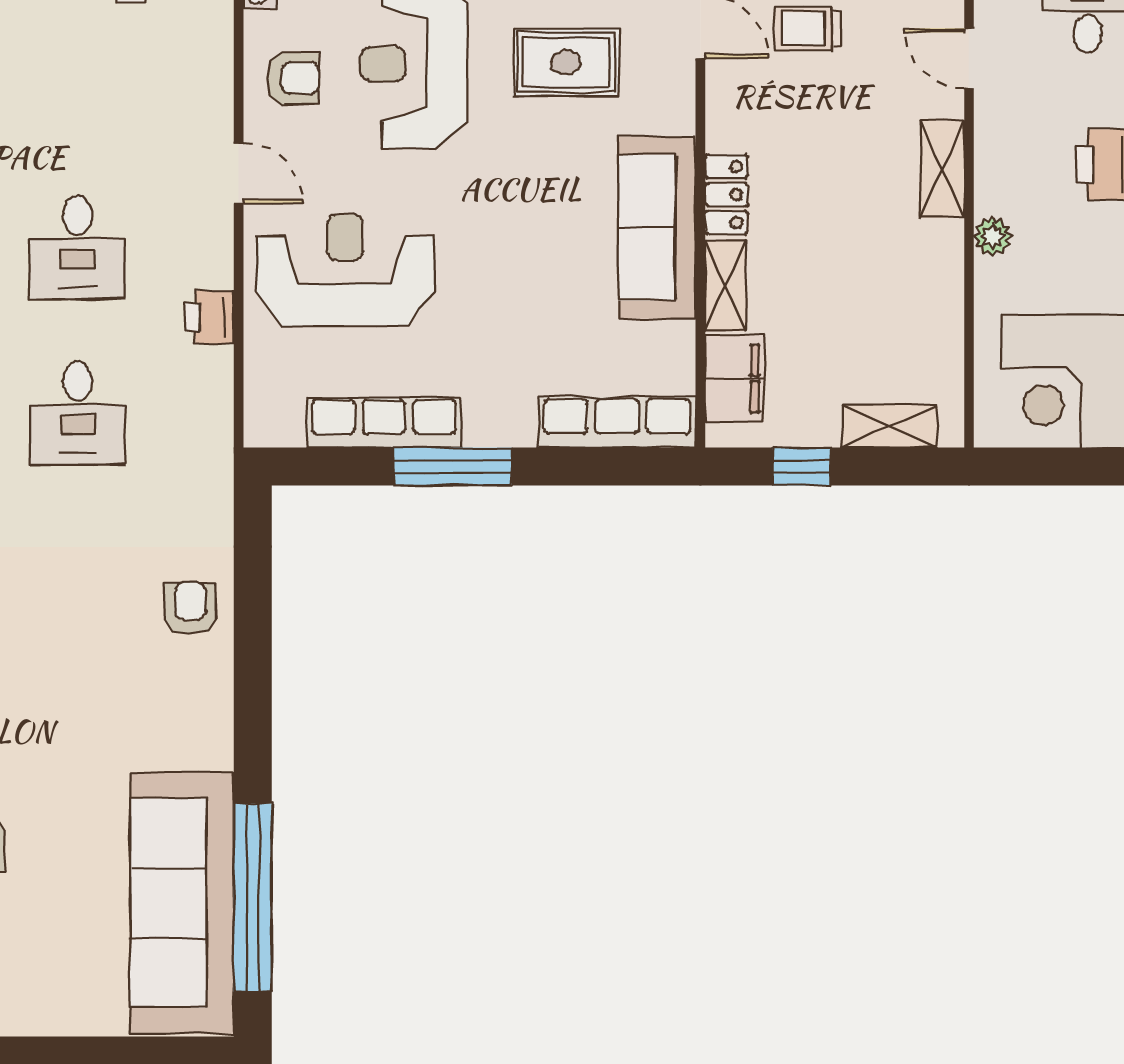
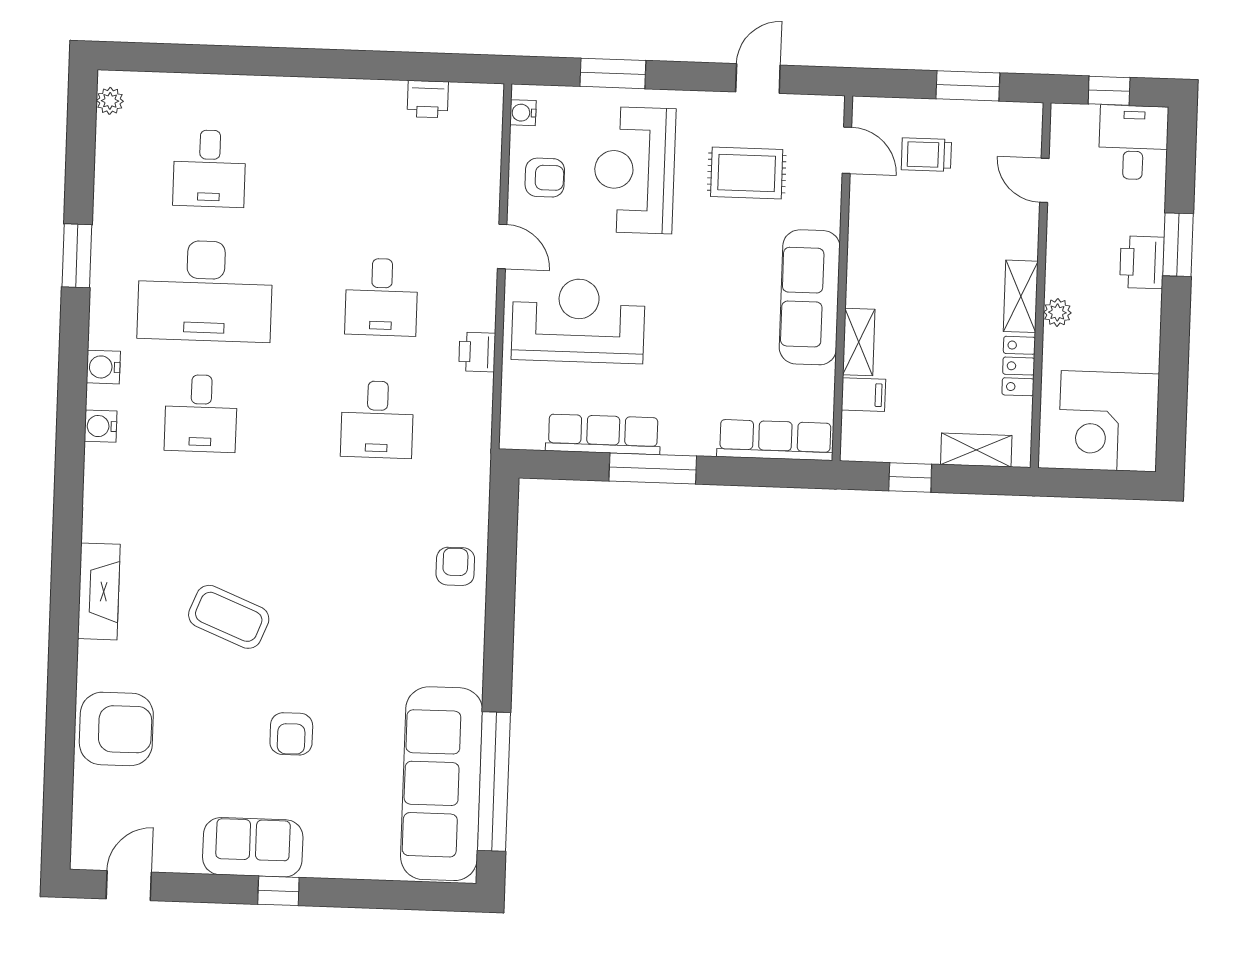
shelving: (942, 169) -> (1021, 296), moved
locker: (726, 195) -> (1019, 366), moved, turned 180
filing cabinet: (734, 379) -> (863, 395), width x0.50

